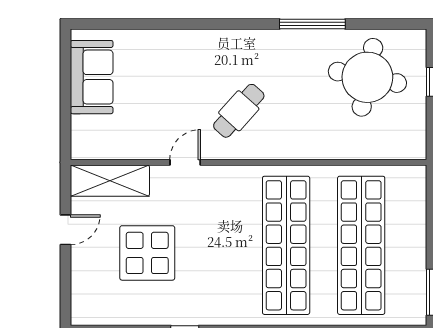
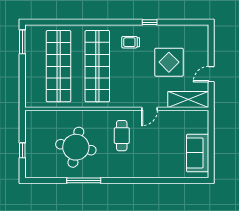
round table: (367, 77) -> (76, 147), moved
cafe table: (239, 111) -> (122, 136), turned -42
trolley: (221, 292) -> (131, 42), added

